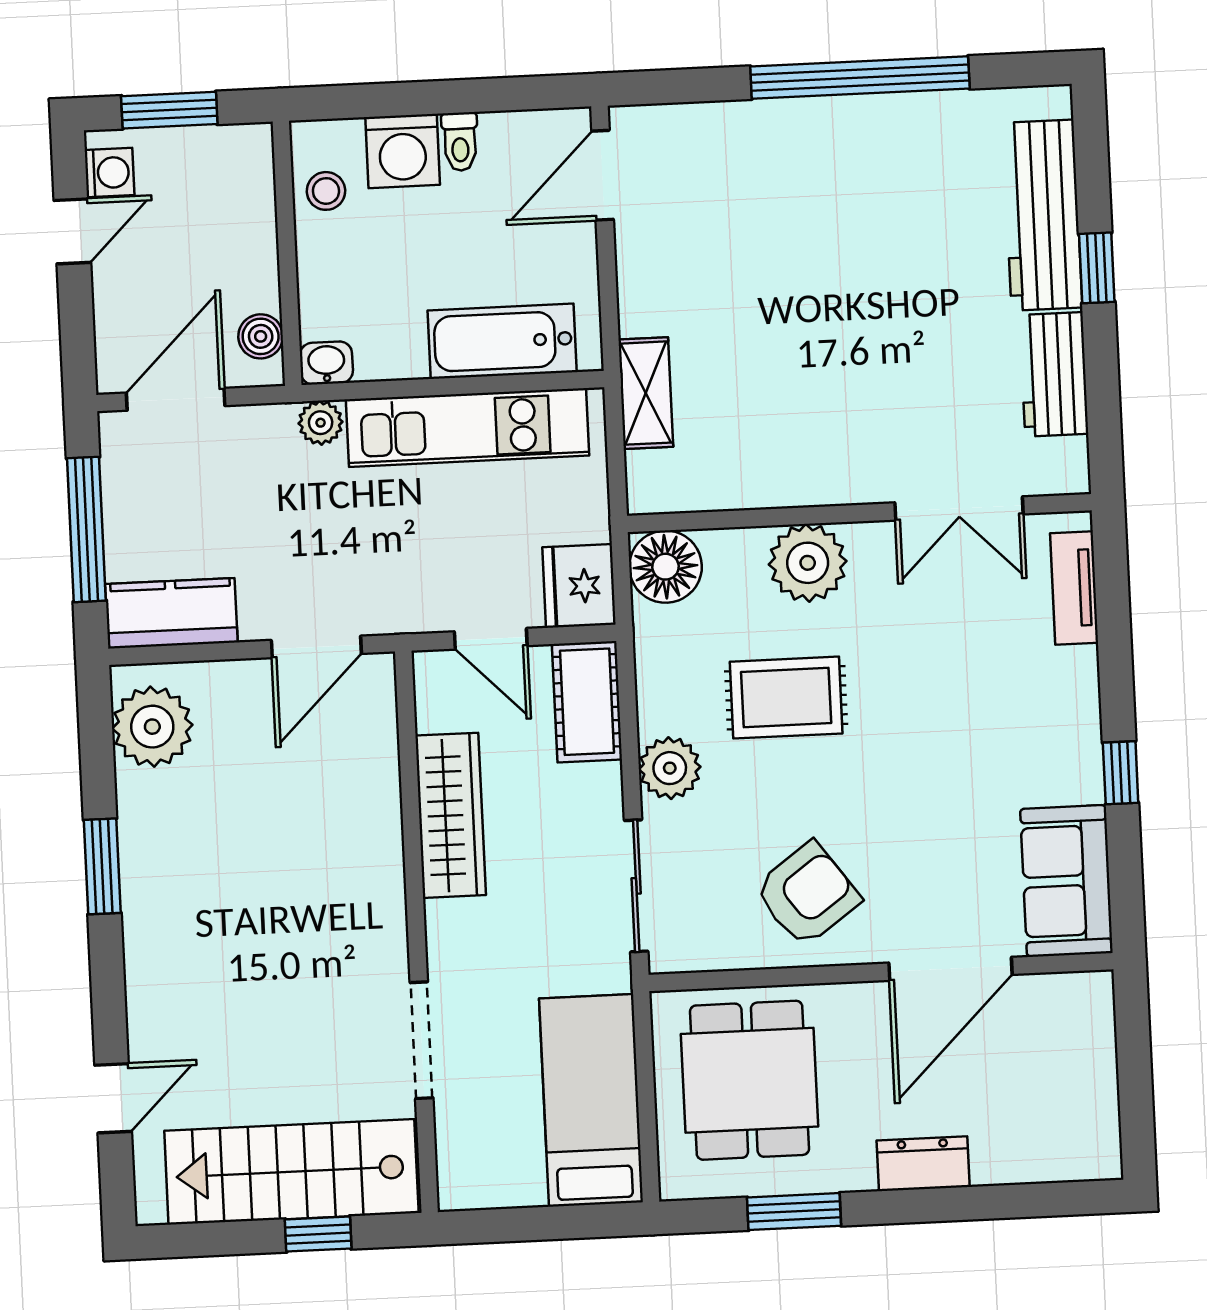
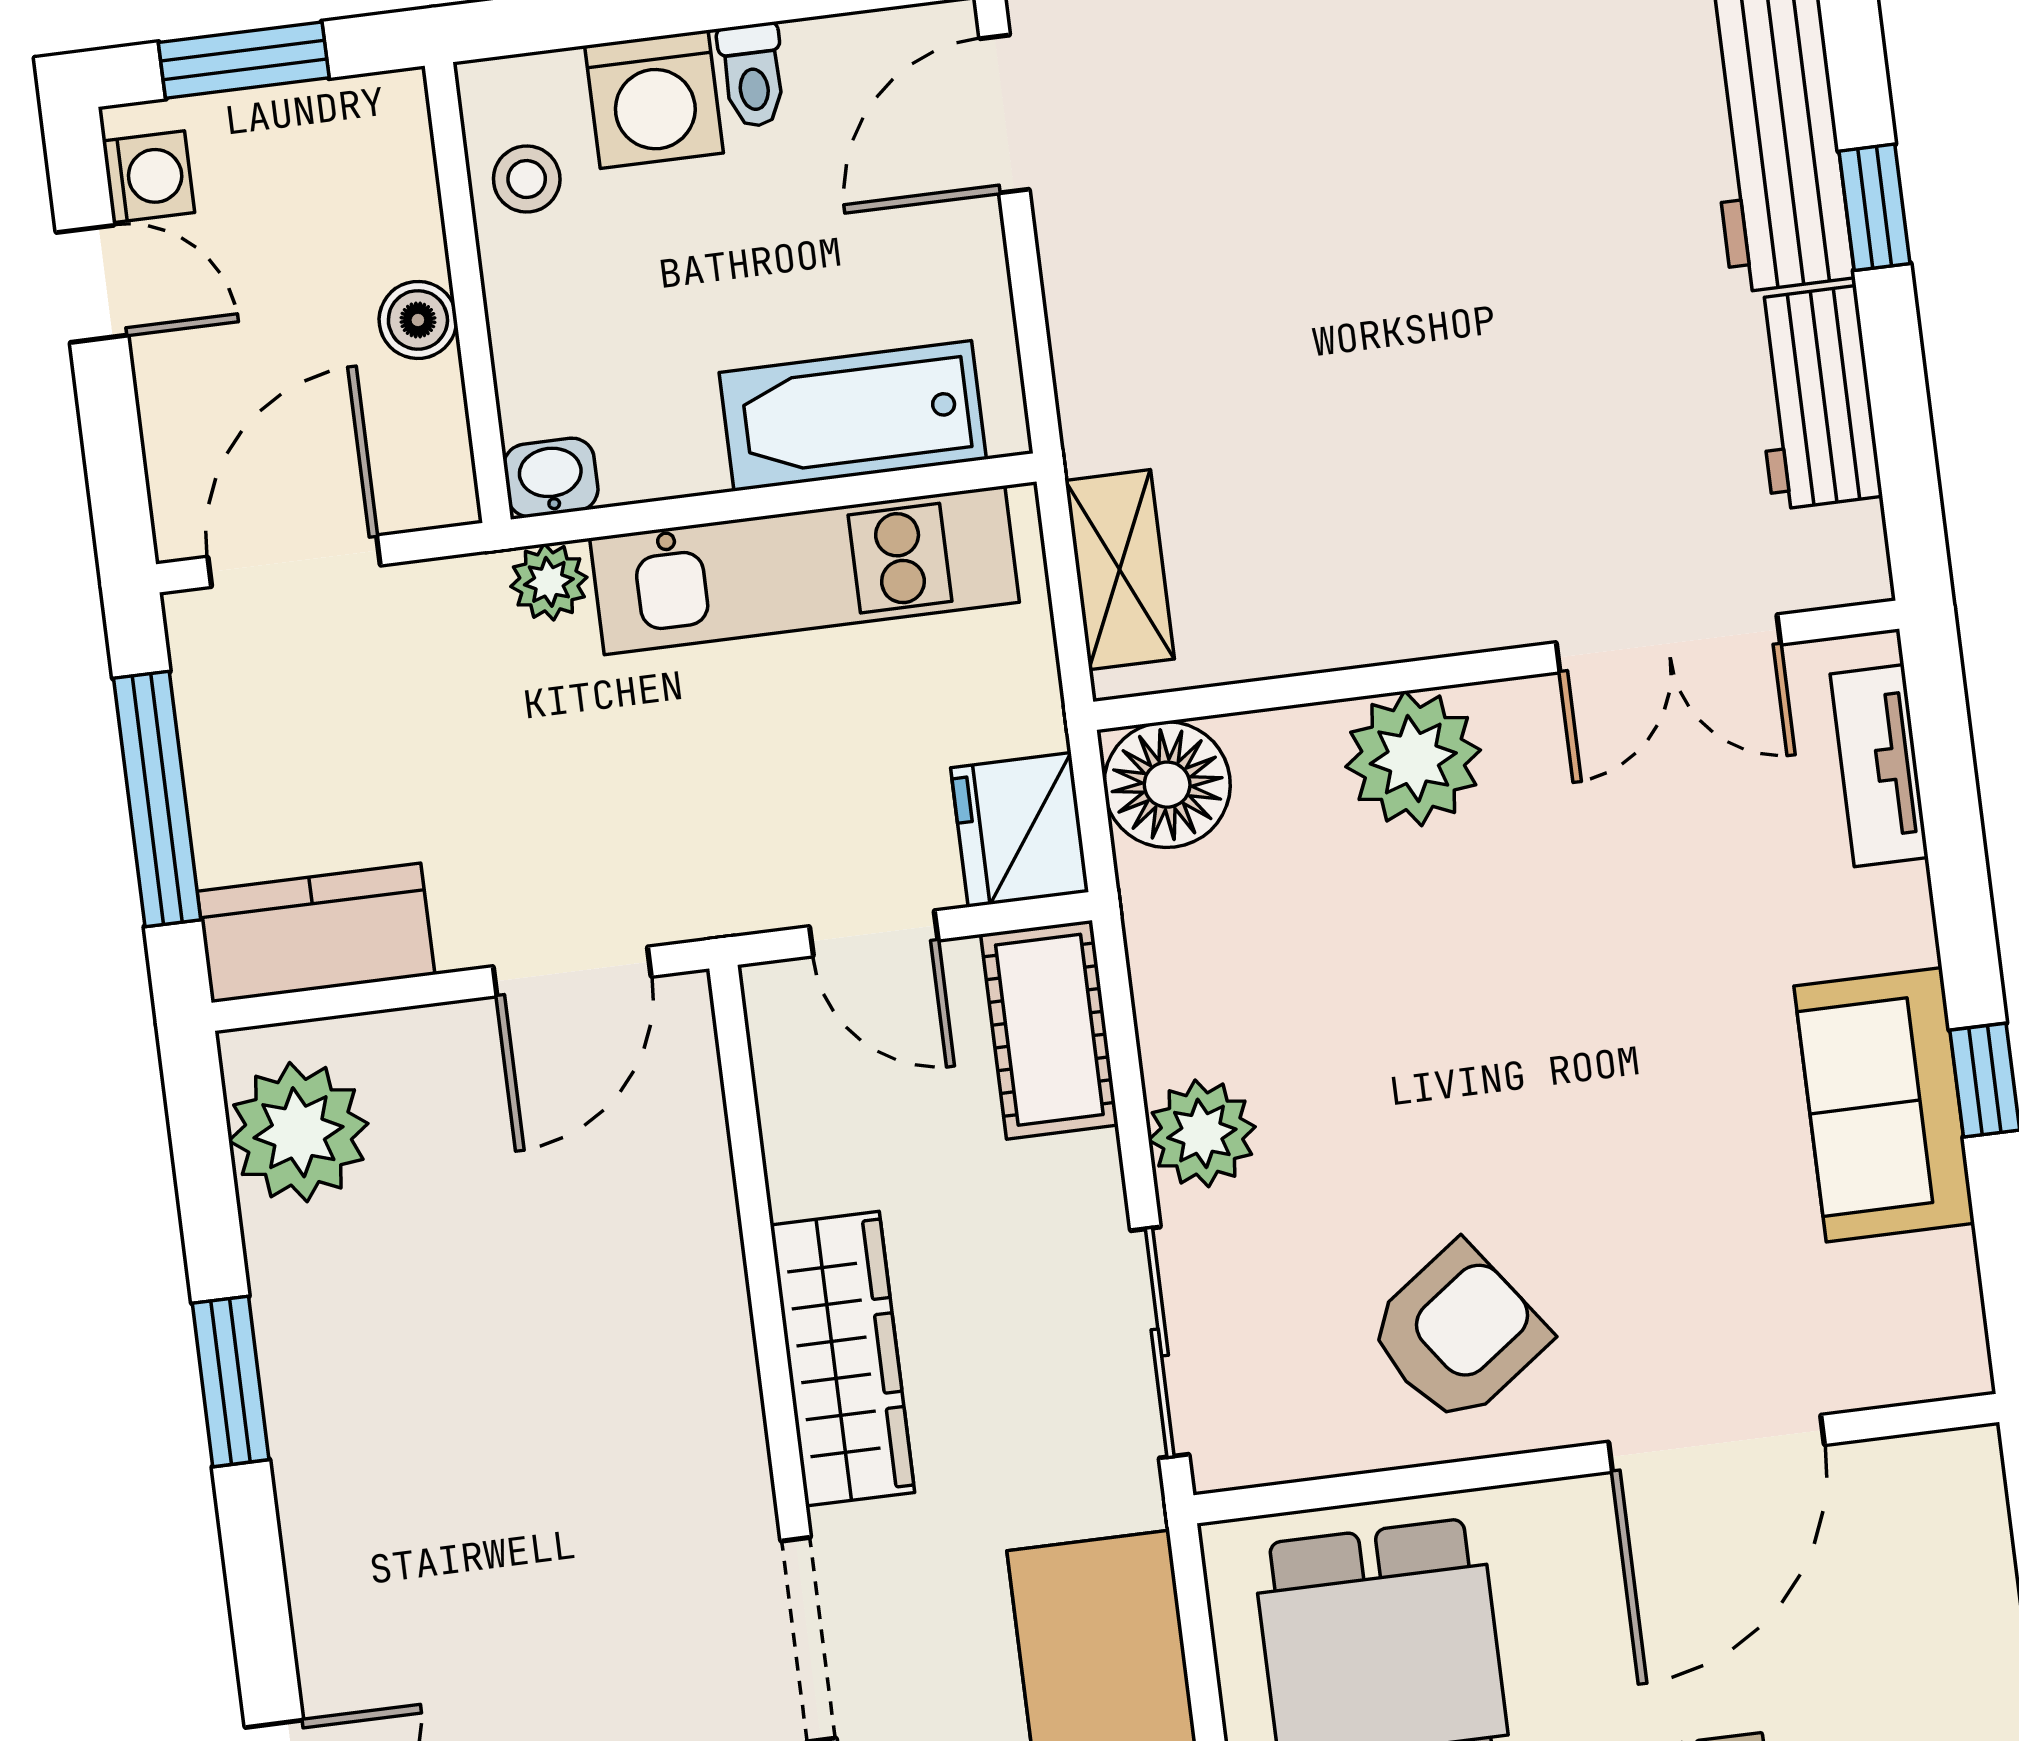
door: (72, 231) -> (92, 284), hinge flipped
boiler: (261, 336) -> (418, 320), moved
shelving: (646, 393) -> (1120, 570), moved
rug: (786, 698) -> (1394, 995), removed
wardrobe: (451, 815) -> (842, 1359), moved
sofa: (1066, 881) -> (1884, 1105), moved

